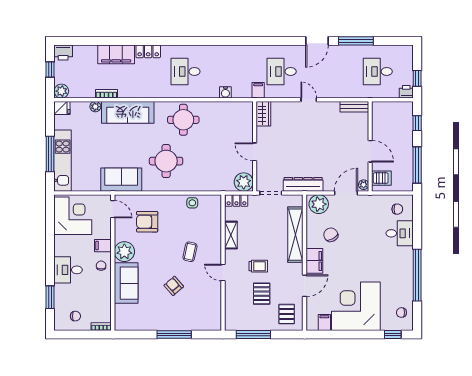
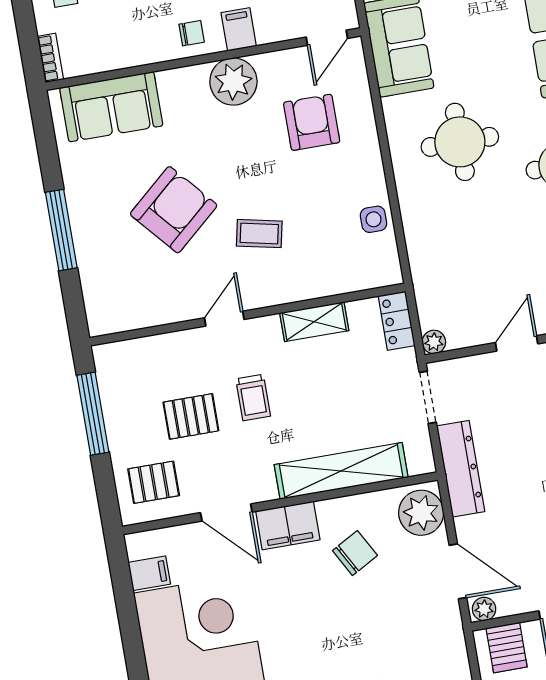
plant: (244, 182) -> (434, 342), width x0.53, depth x0.53
sofa: (126, 283) -> (111, 107), moved
armchair: (174, 286) -> (174, 210), width x1.88, depth x1.88

